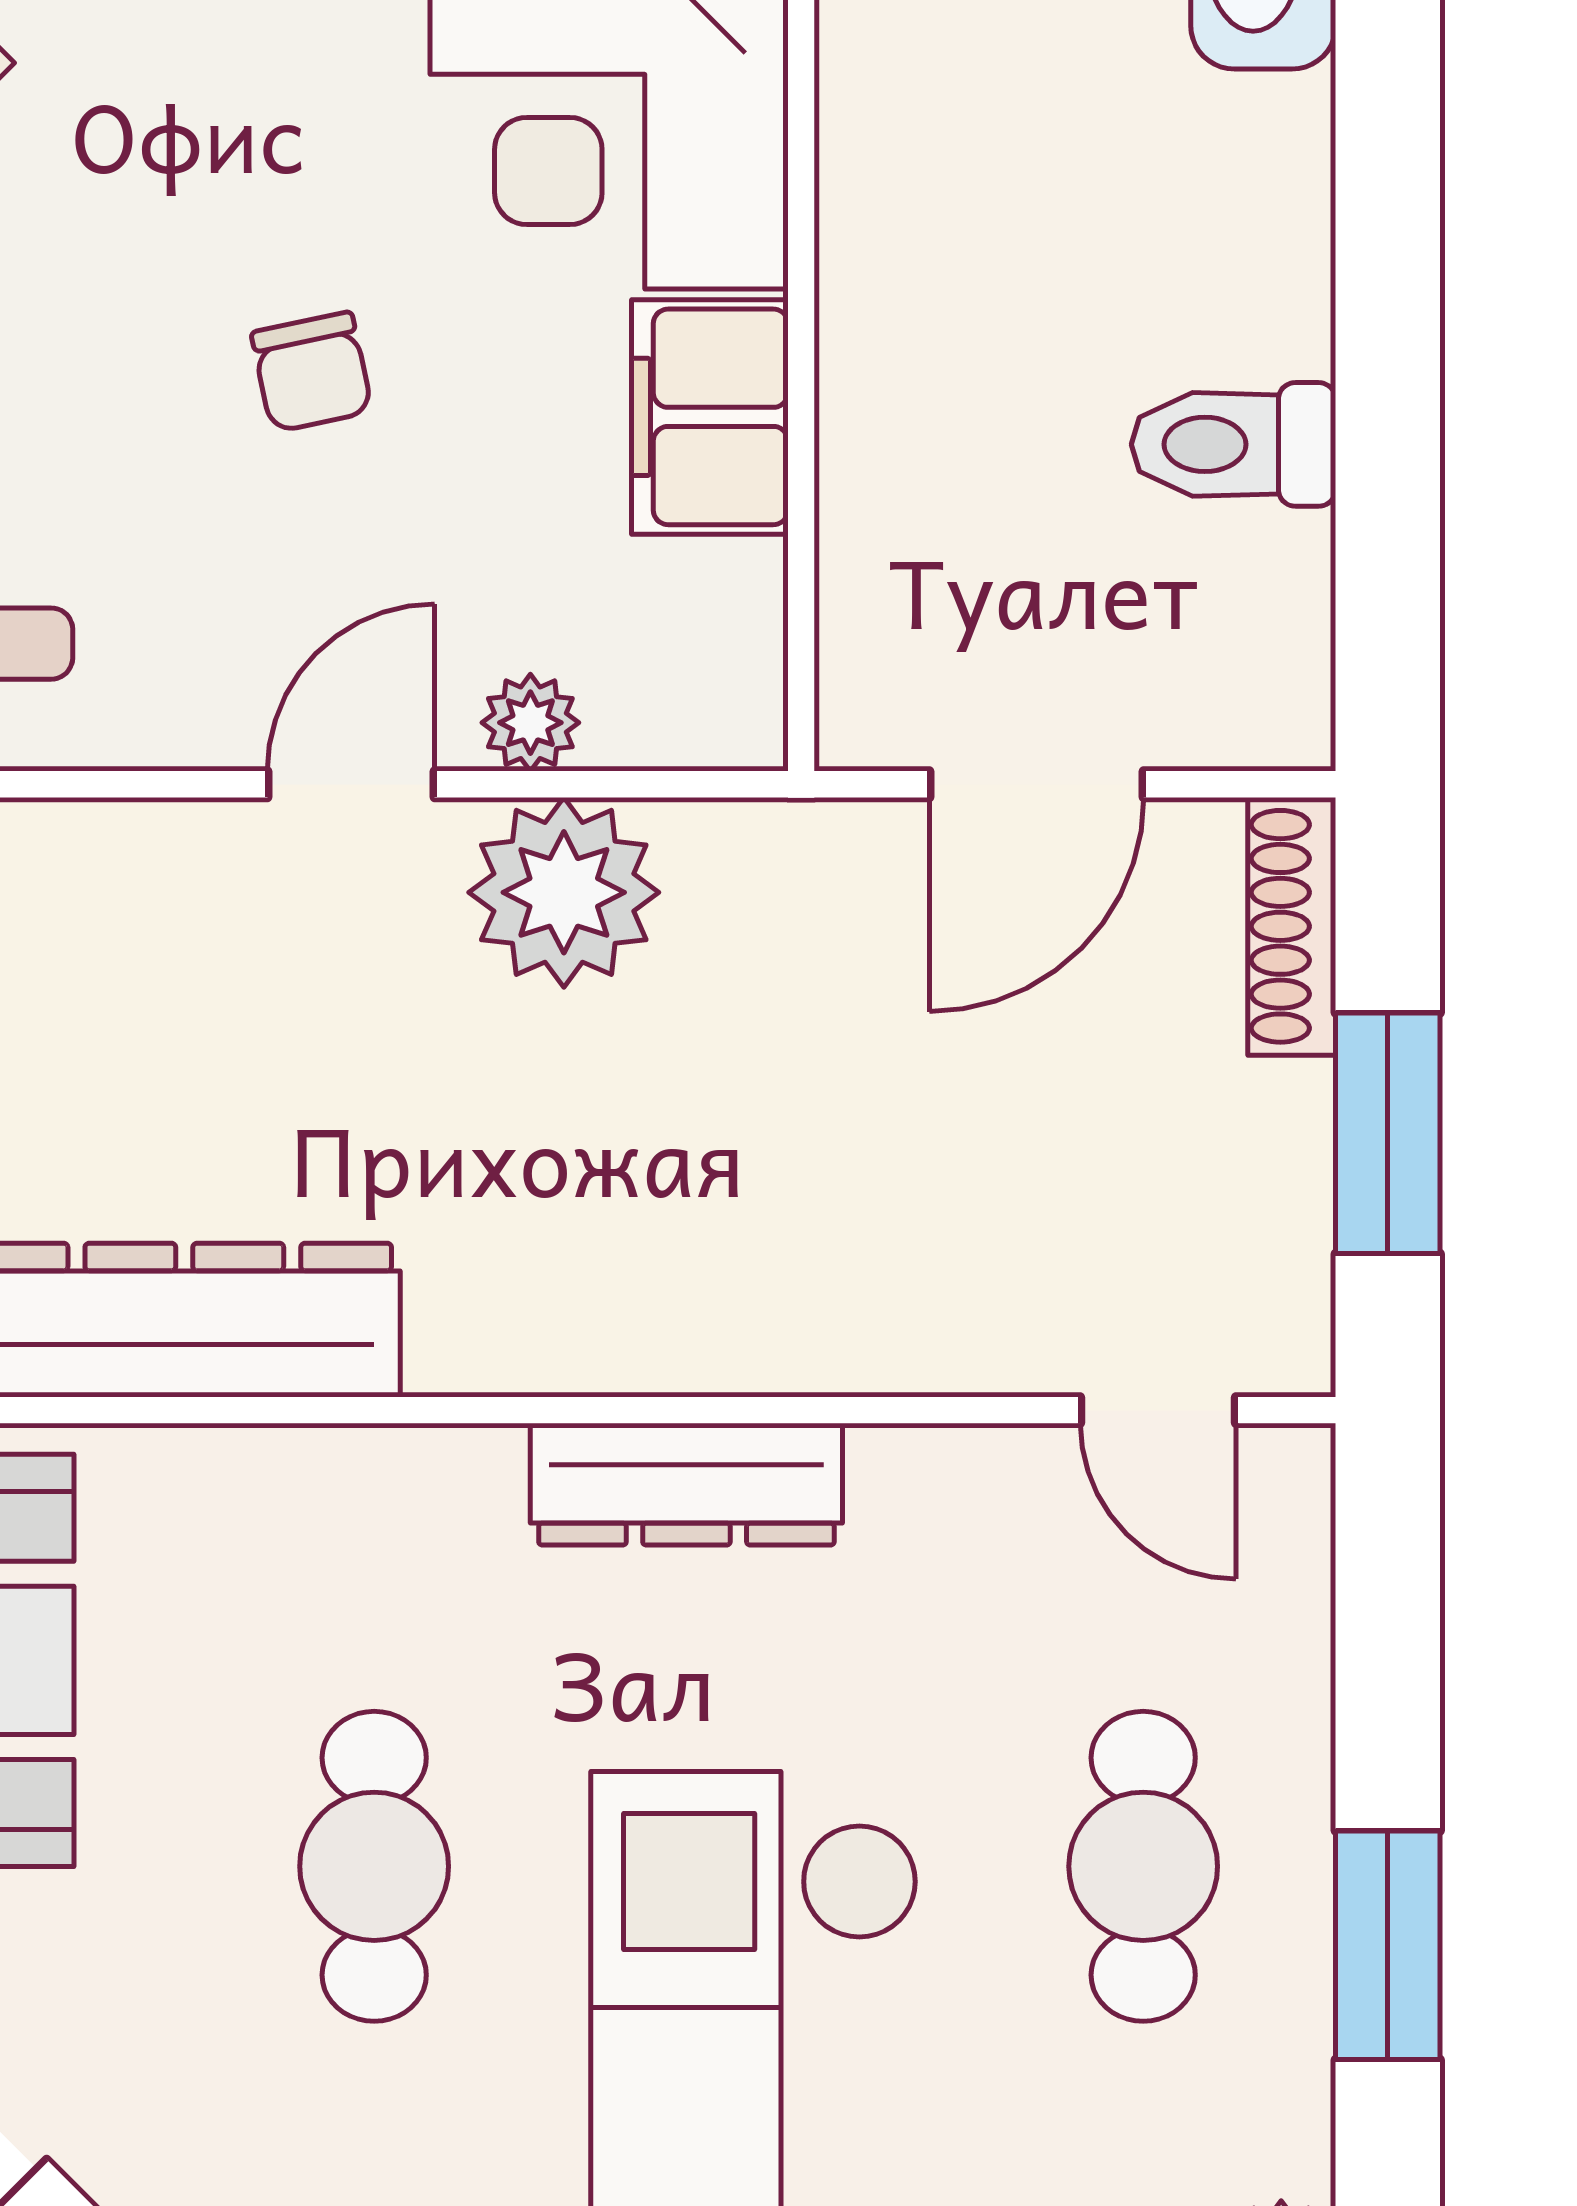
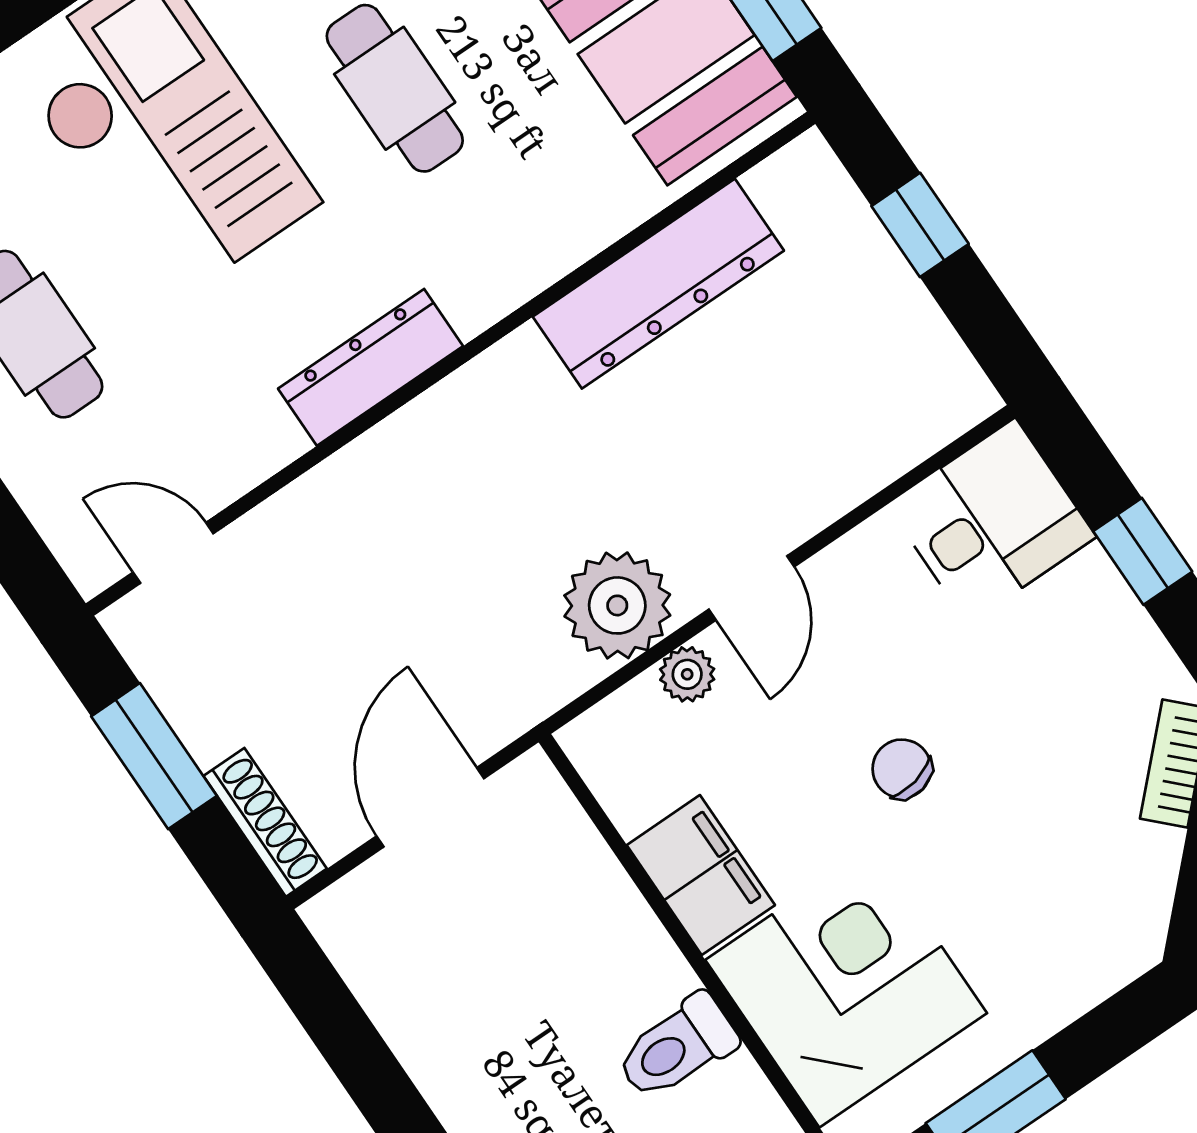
toilet: (1234, 444) -> (677, 1047), moved, turned 180

